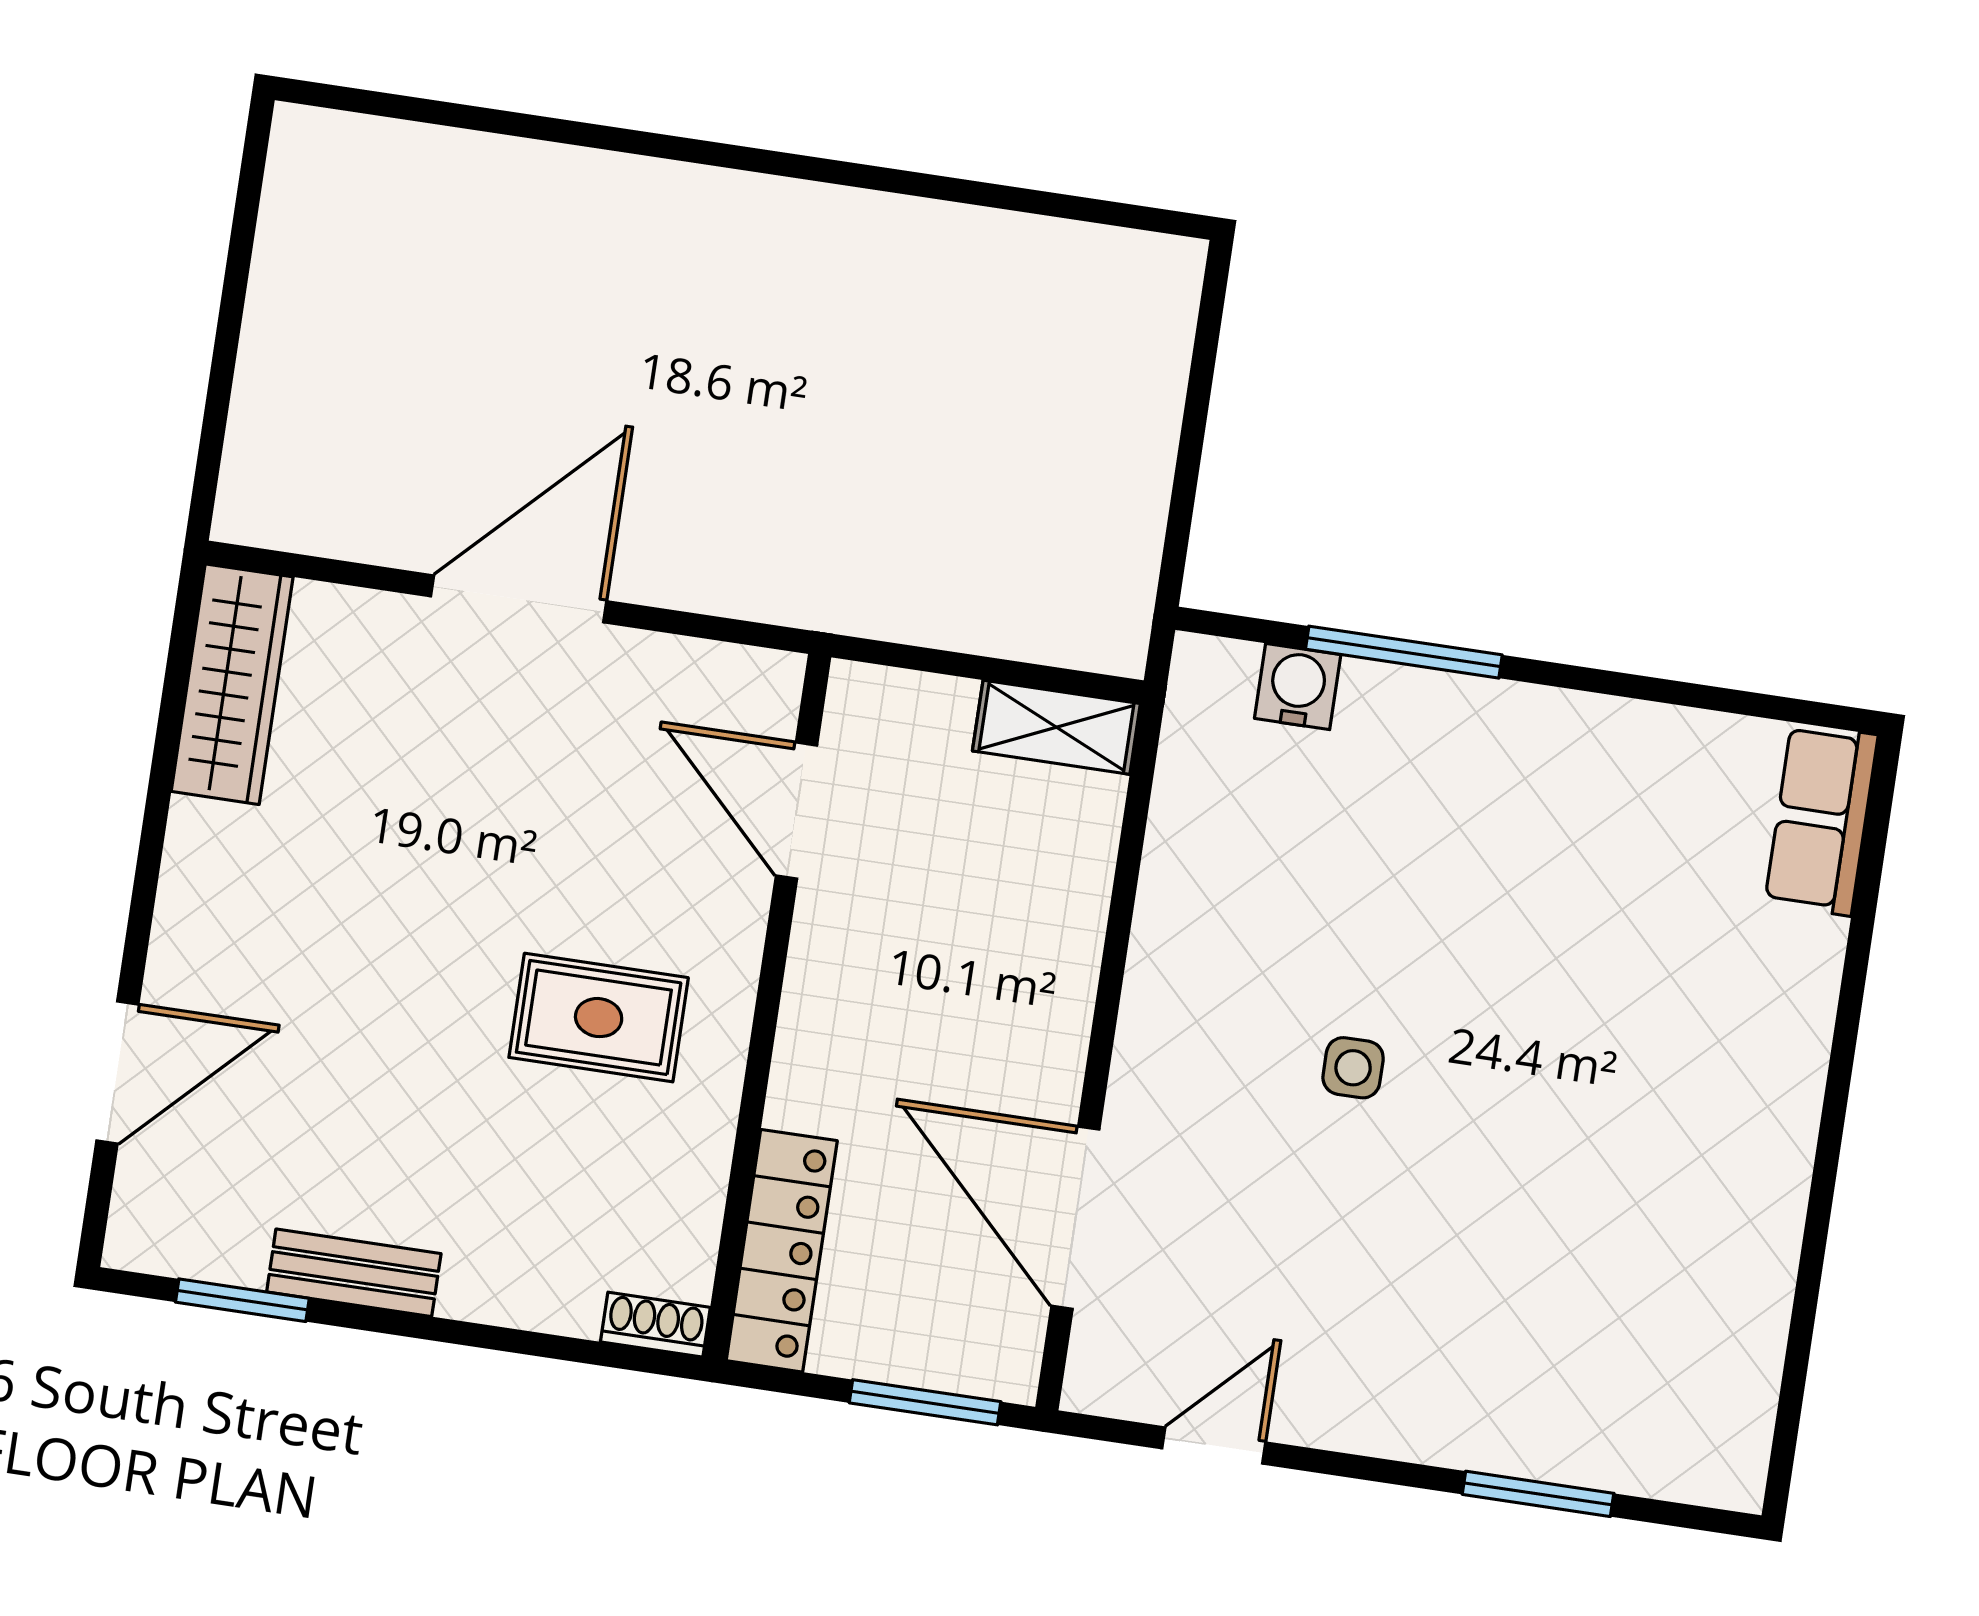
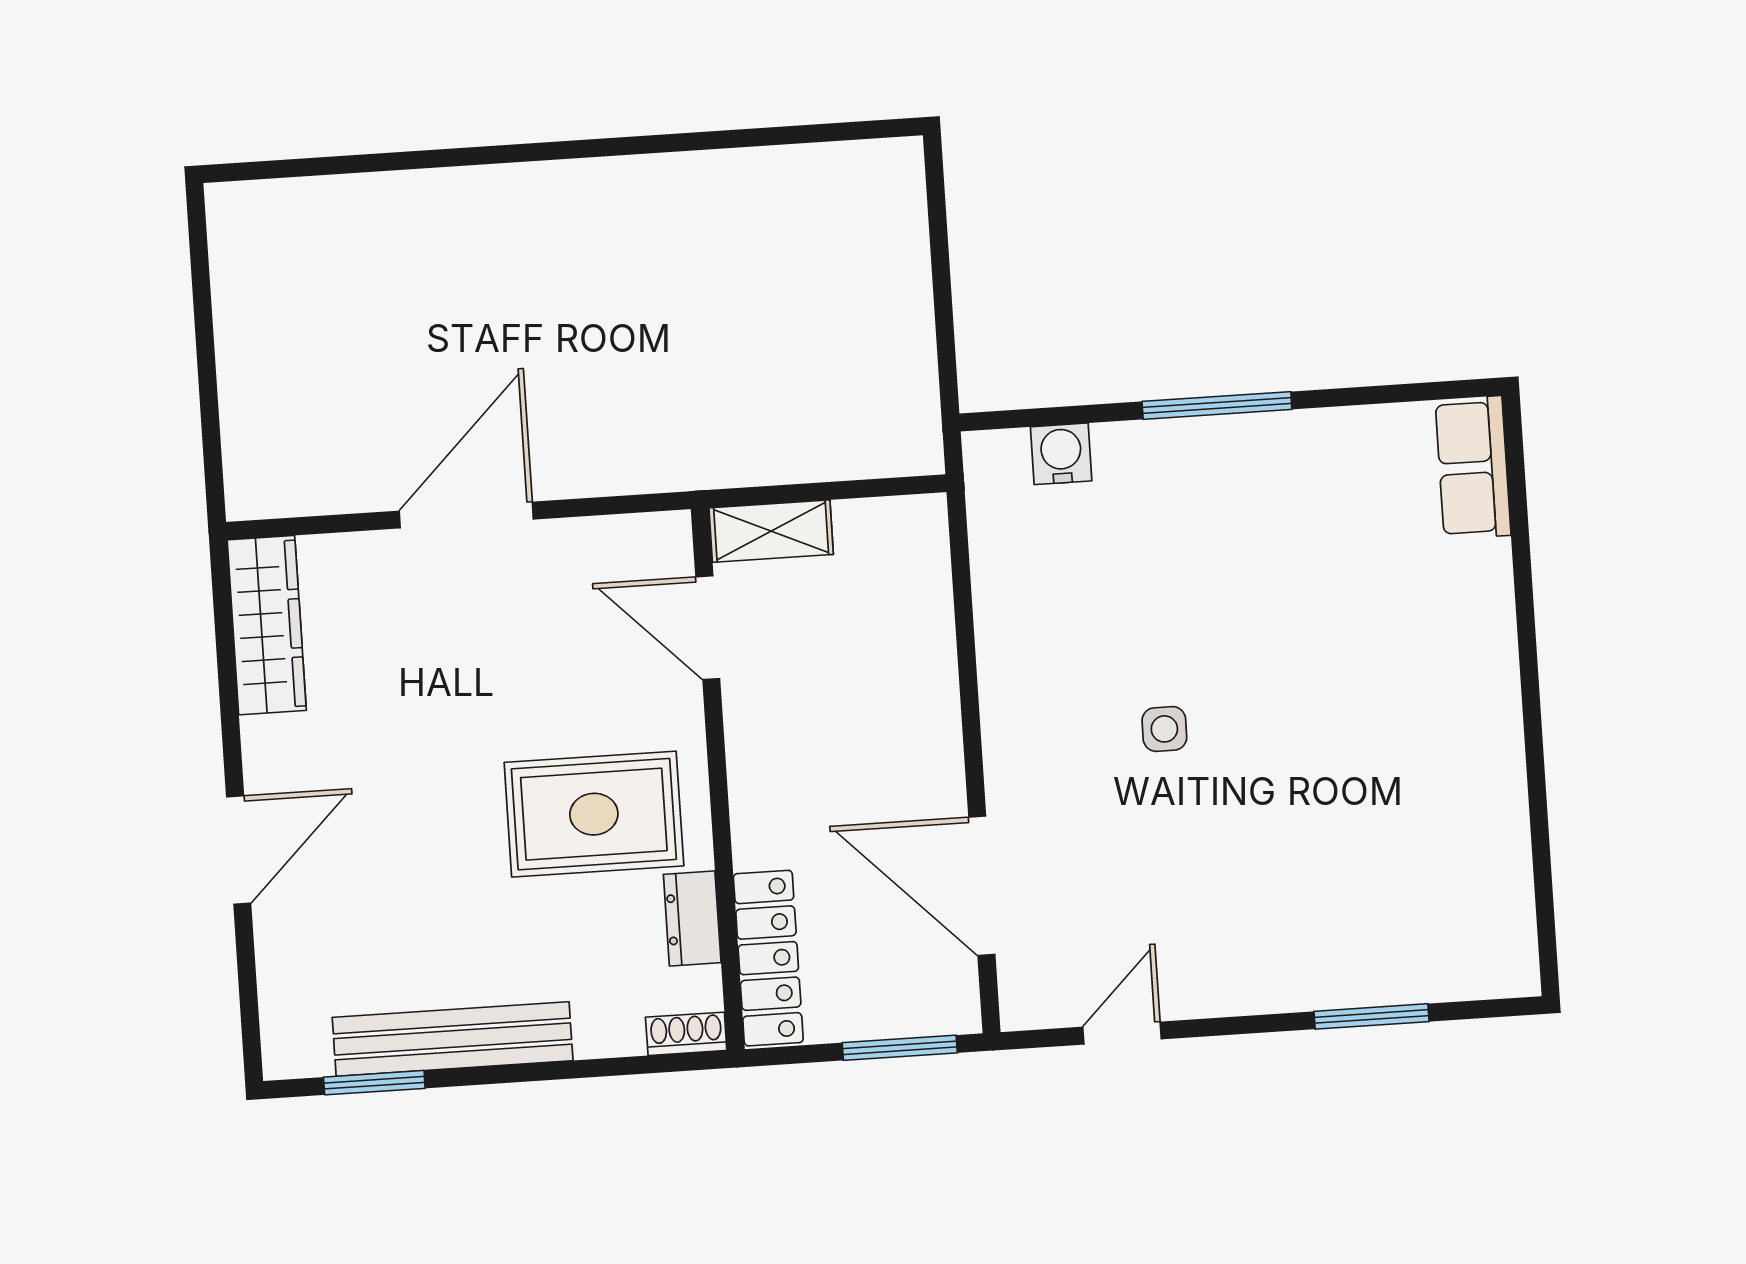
window: (1404, 652) -> (1217, 405), moved
shelving: (1056, 727) -> (771, 531), moved
rug: (599, 1018) -> (594, 814), width x1.36, depth x1.43
door: (117, 1072) -> (239, 850), moved
dresser: (695, 1179) -> (692, 918), added
bench: (354, 1273) -> (453, 1039), width x1.86, depth x1.21

